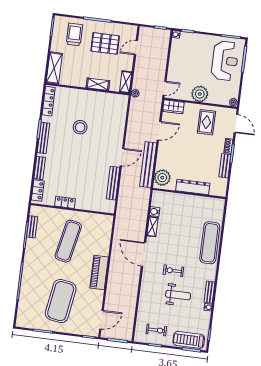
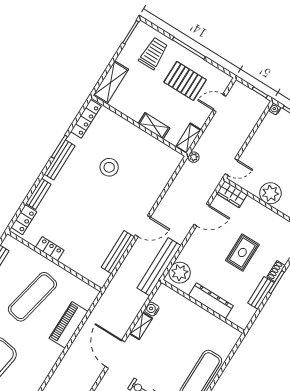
rug: (206, 122) -> (242, 252), moved
bench: (148, 165) -> (159, 267), moved
piano: (99, 272) -> (69, 325), moved

